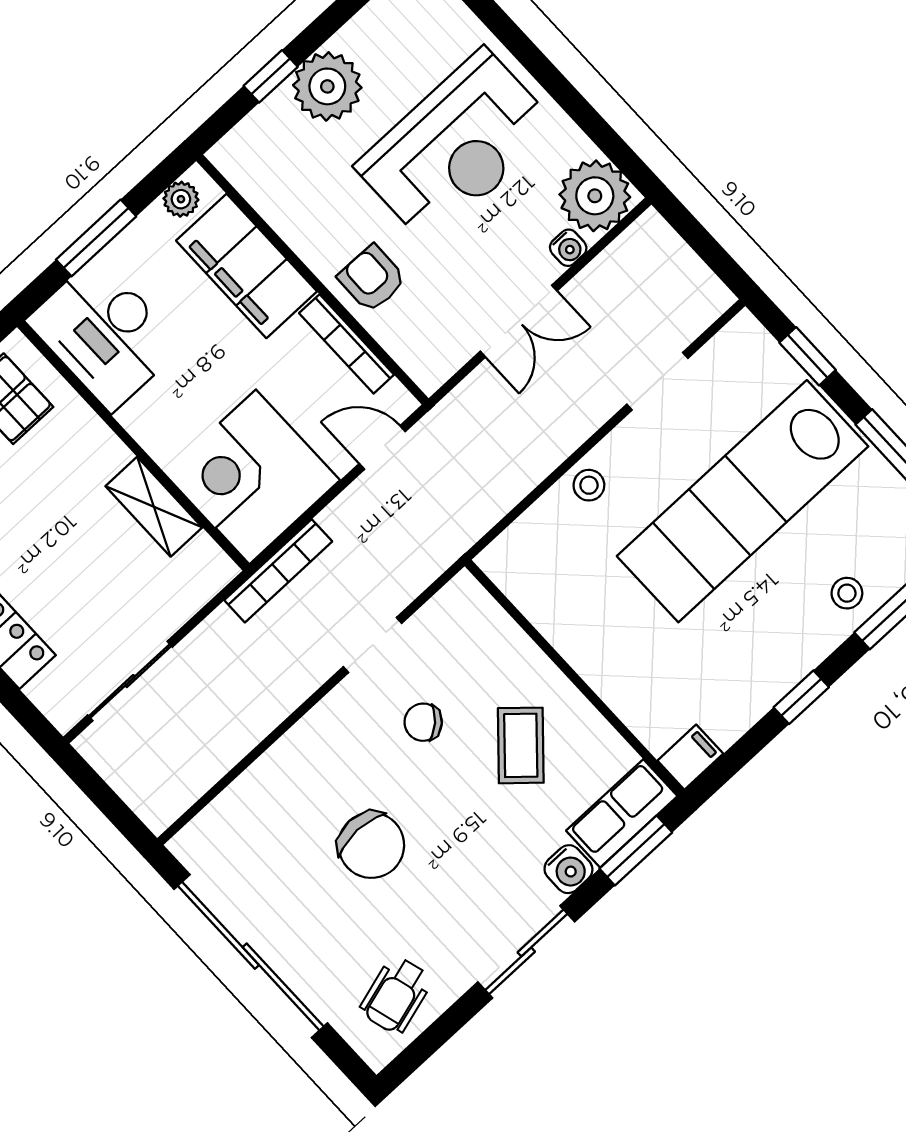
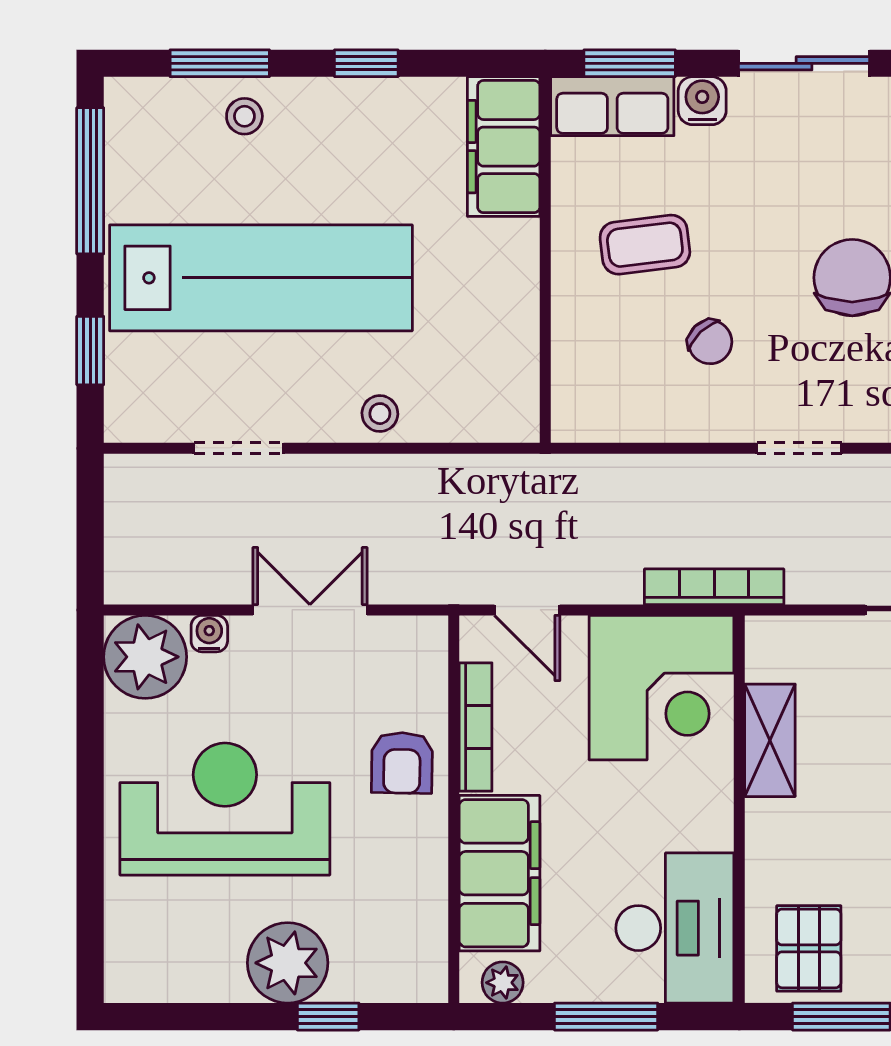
doorway: (372, 645) -> (799, 448), moved
coffee table: (521, 745) -> (645, 245), turned 41
filing cabinet: (690, 757) -> (504, 147), width x3.00, depth x1.17

